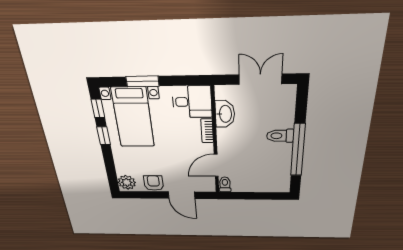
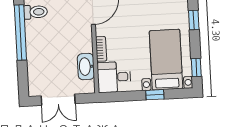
window: (143, 81) -> (155, 95), width x0.67
window: (104, 136) -> (194, 20), moved
toilet: (280, 136) -> (36, 12), moved

